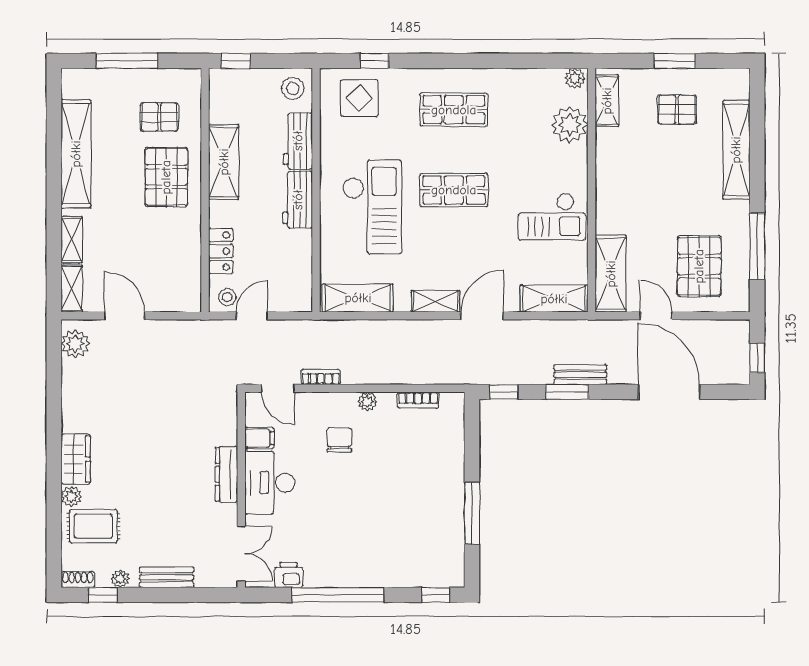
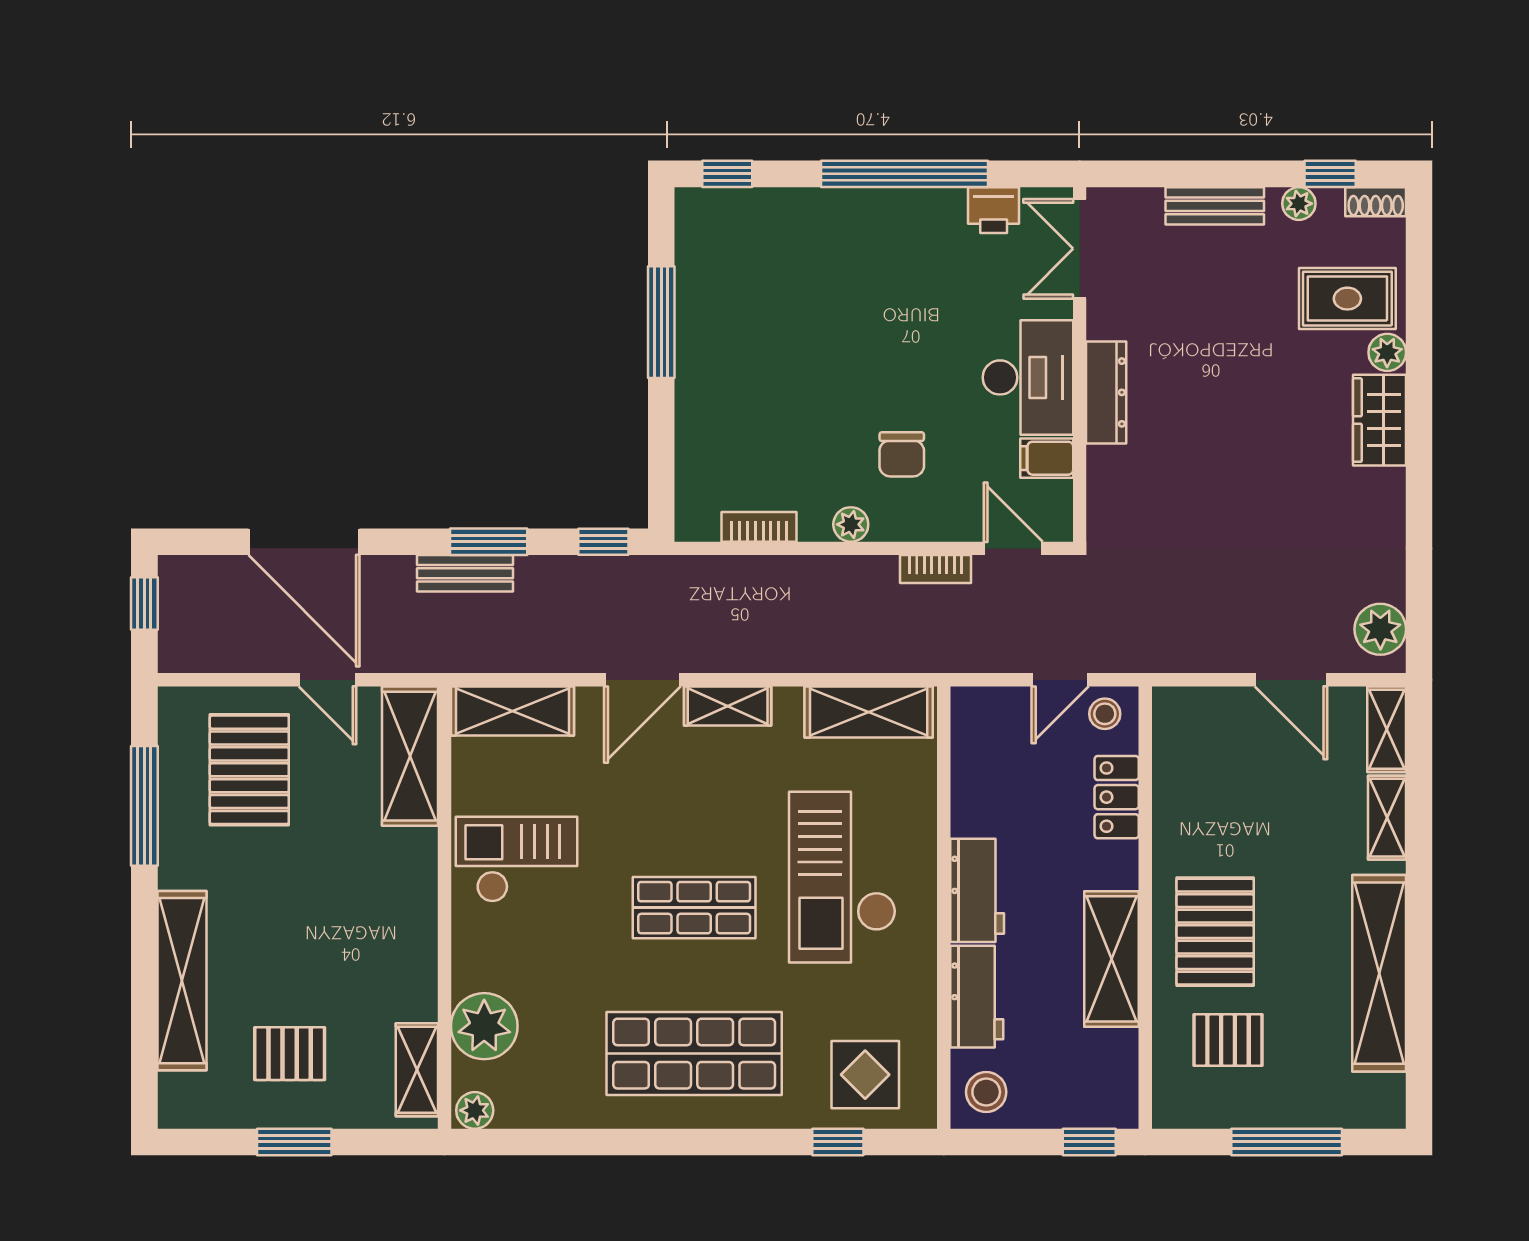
shop shelf: (454, 110) -> (694, 1054), width x1.43, depth x1.36

